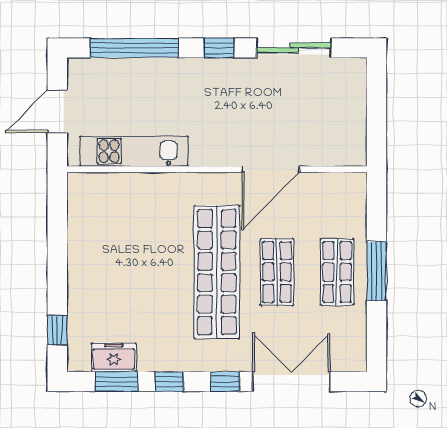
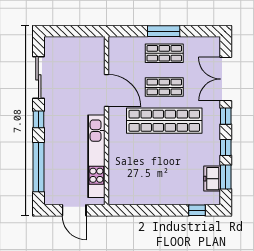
kitchen unit: (134, 151) -> (96, 156), width x1.36

